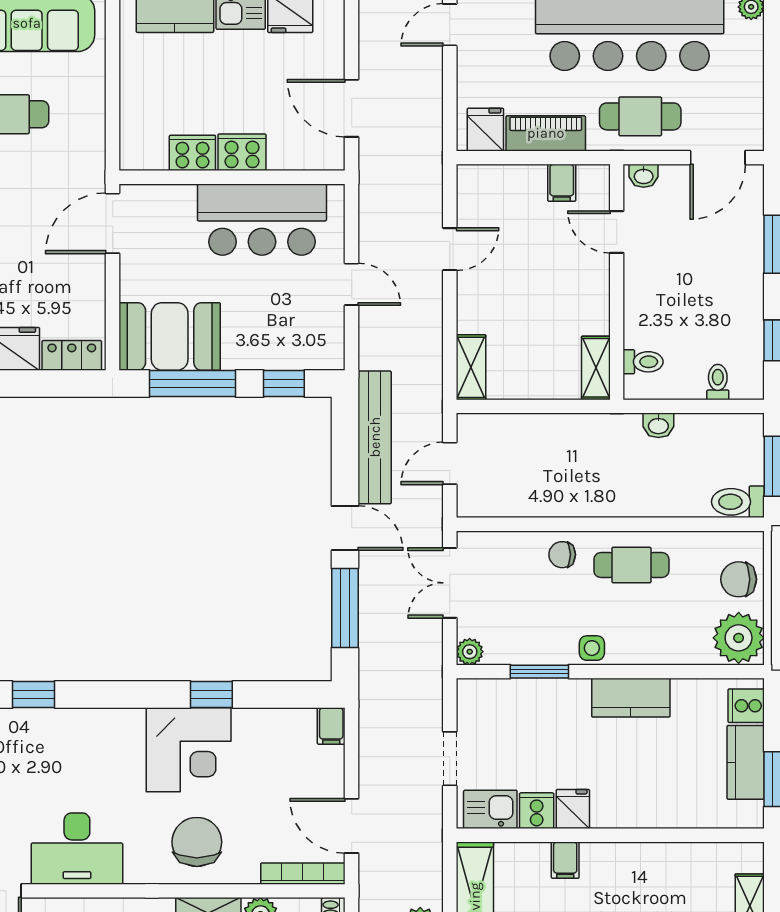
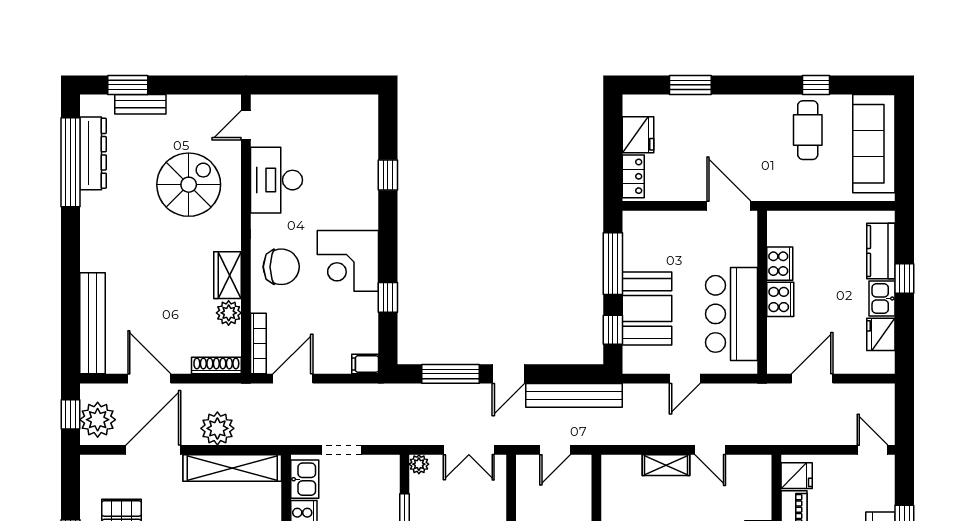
booth: (170, 336) -> (647, 308), moved
shelving: (471, 367) -> (666, 465), moved
door: (450, 463) -> (555, 450), swing flipped
double door: (450, 583) -> (469, 450), swing flipped
window: (34, 695) -> (388, 175), moved
window: (211, 695) -> (388, 297), moved

